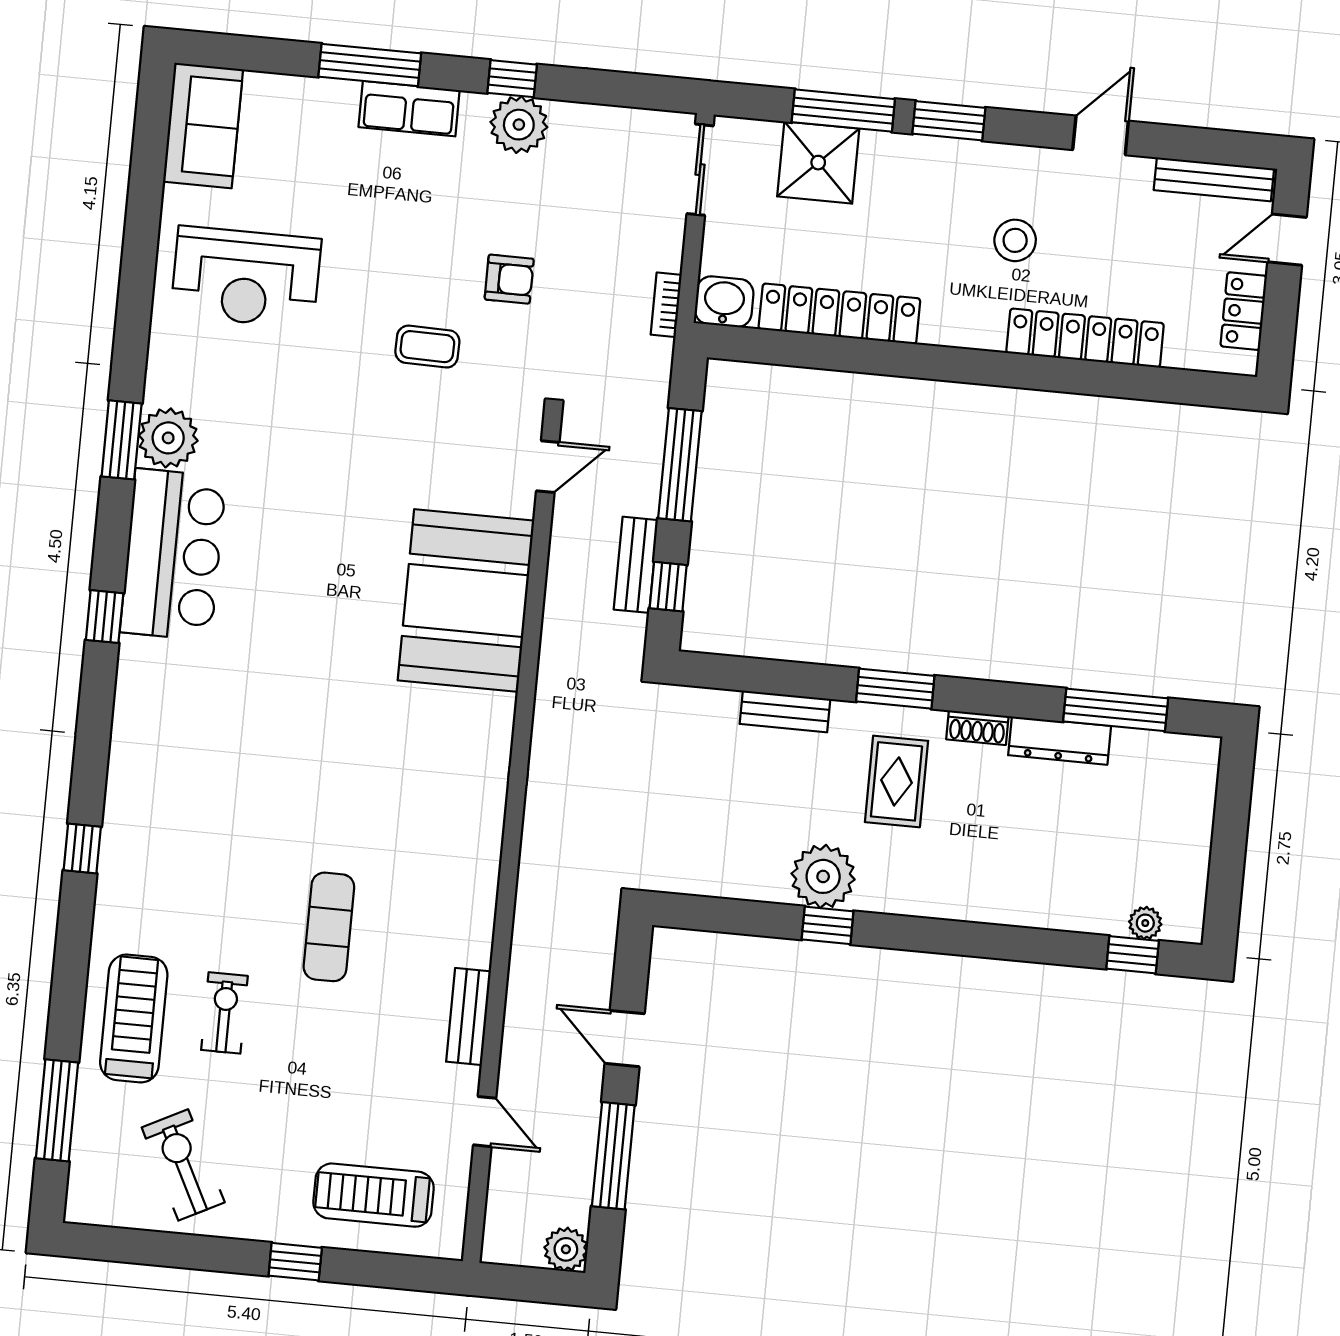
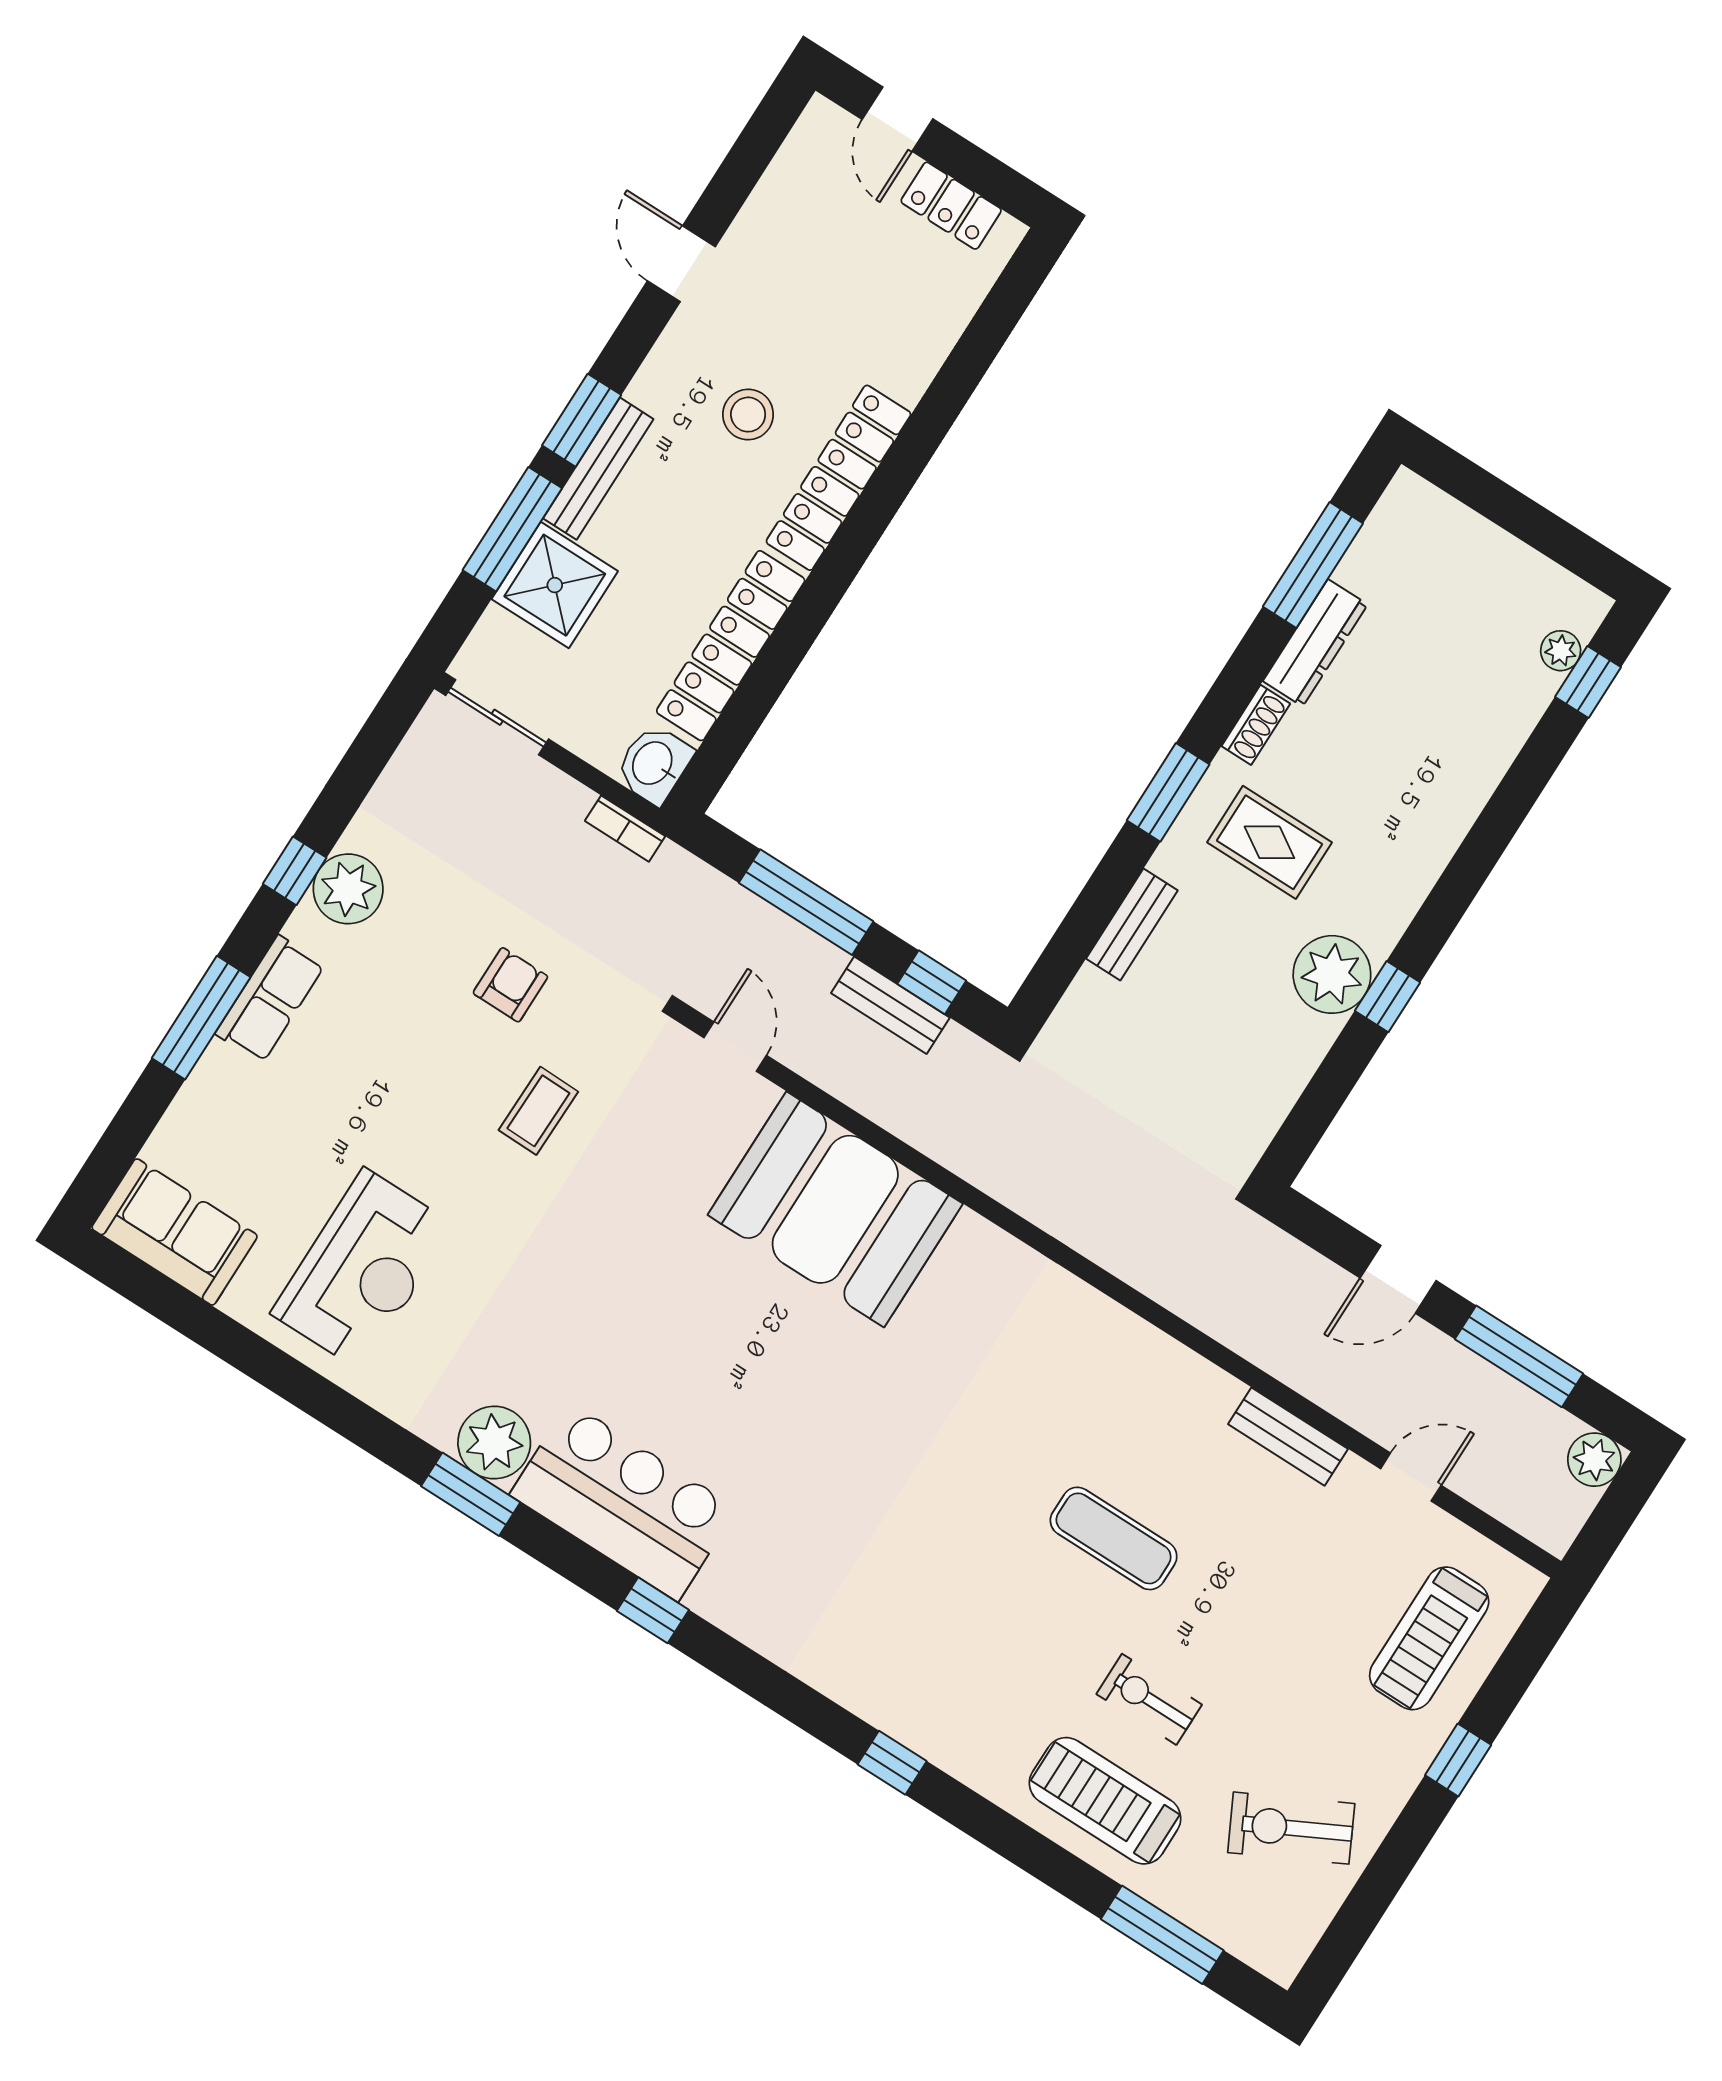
bench: (1214, 179) -> (598, 469), moved
locker: (1085, 338) -> (838, 478), moved

